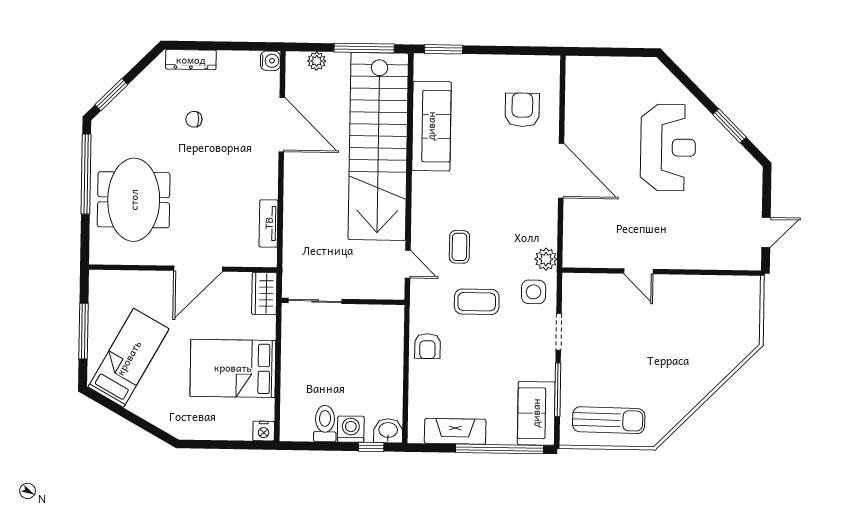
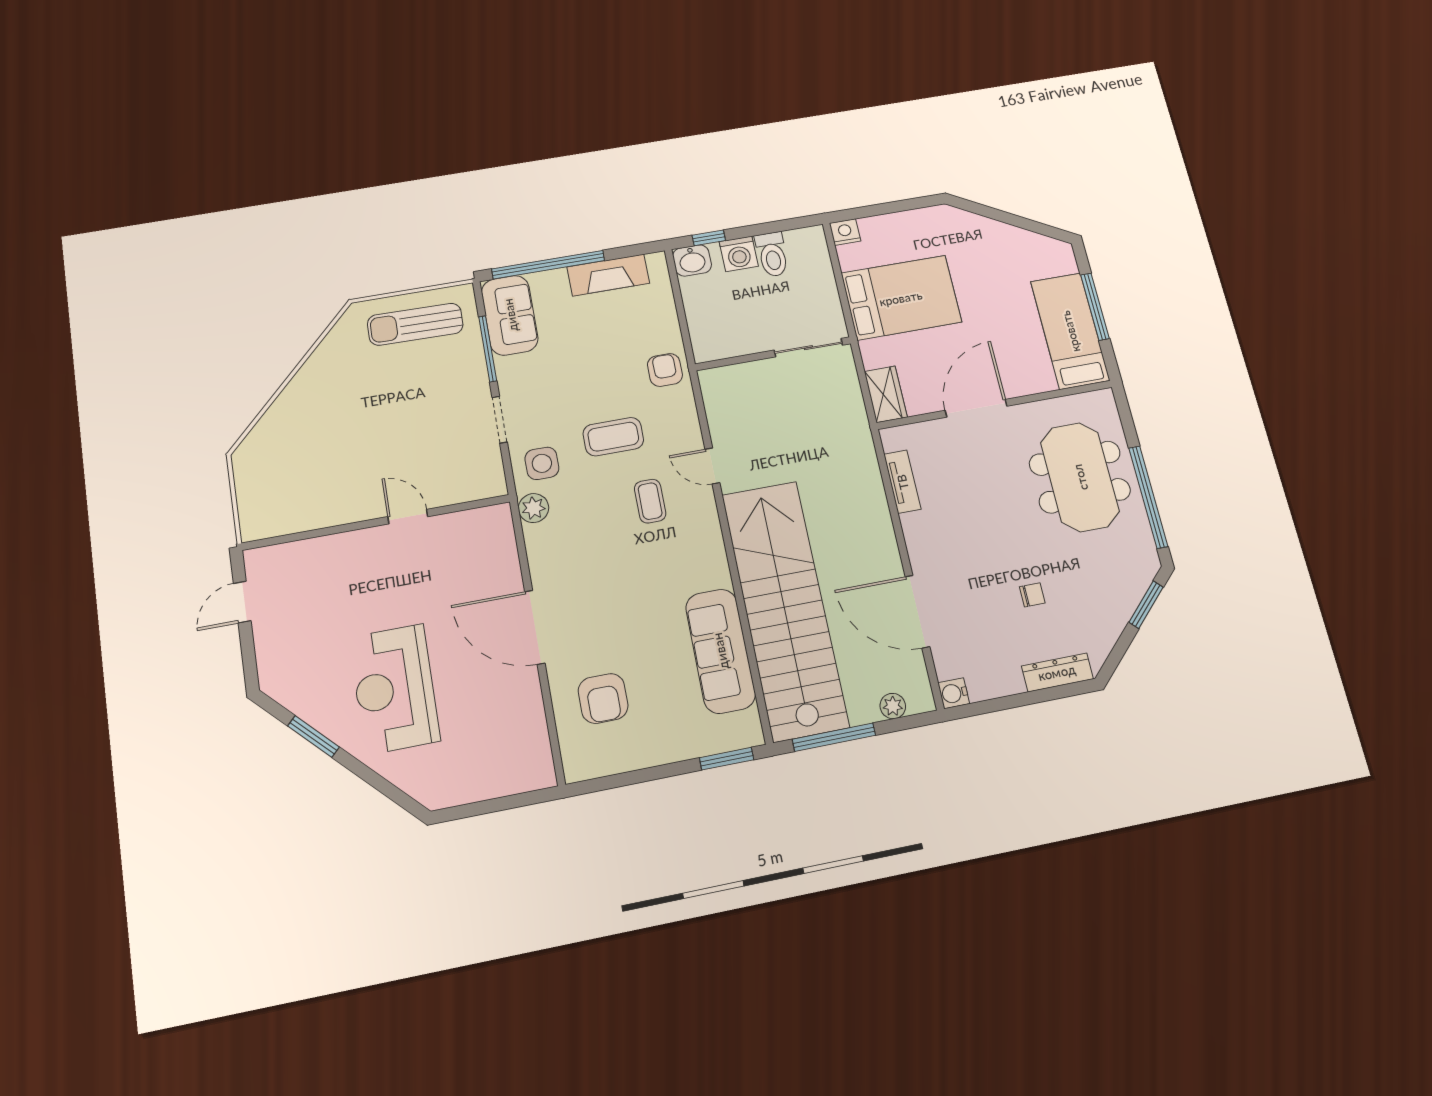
sliding door: (315, 301) -> (808, 348), moved
wall: (343, 301) -> (773, 354), moved
bed: (129, 358) -> (1070, 331), moved, turned 151

